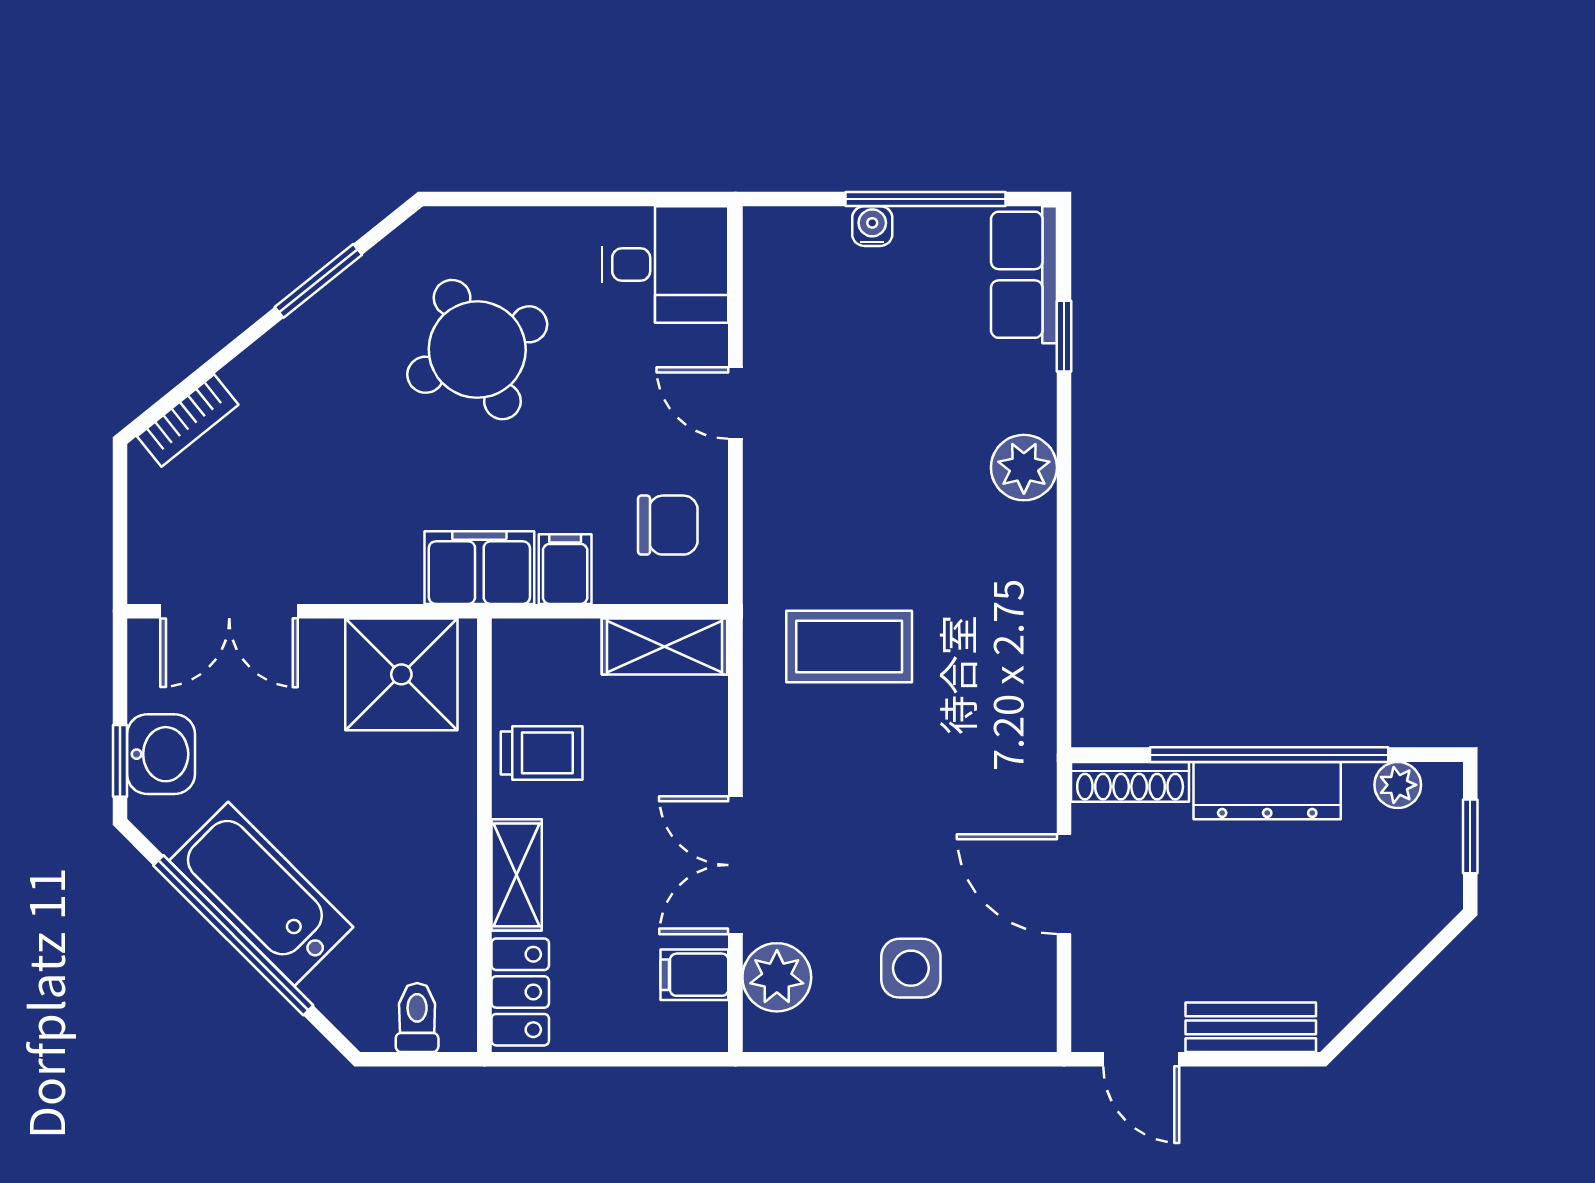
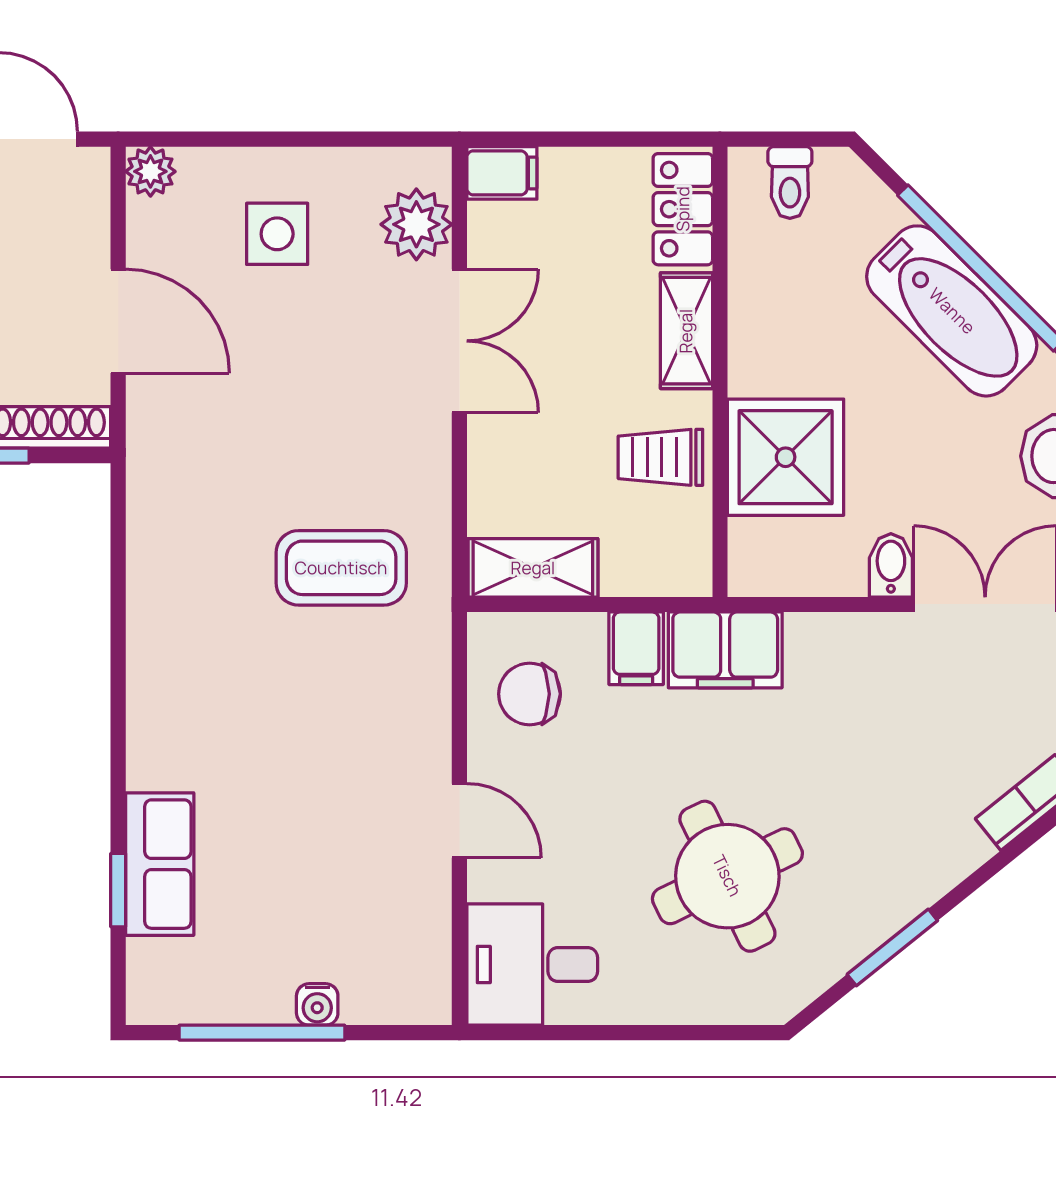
row of seats: (1024, 275) -> (160, 864), moved
plant: (1024, 468) -> (150, 171), moved, width x0.73, depth x0.73
bidet: (320, 649) -> (891, 565), added
shower: (401, 674) -> (786, 457), moved
filing cabinet: (694, 975) -> (502, 173), moved

